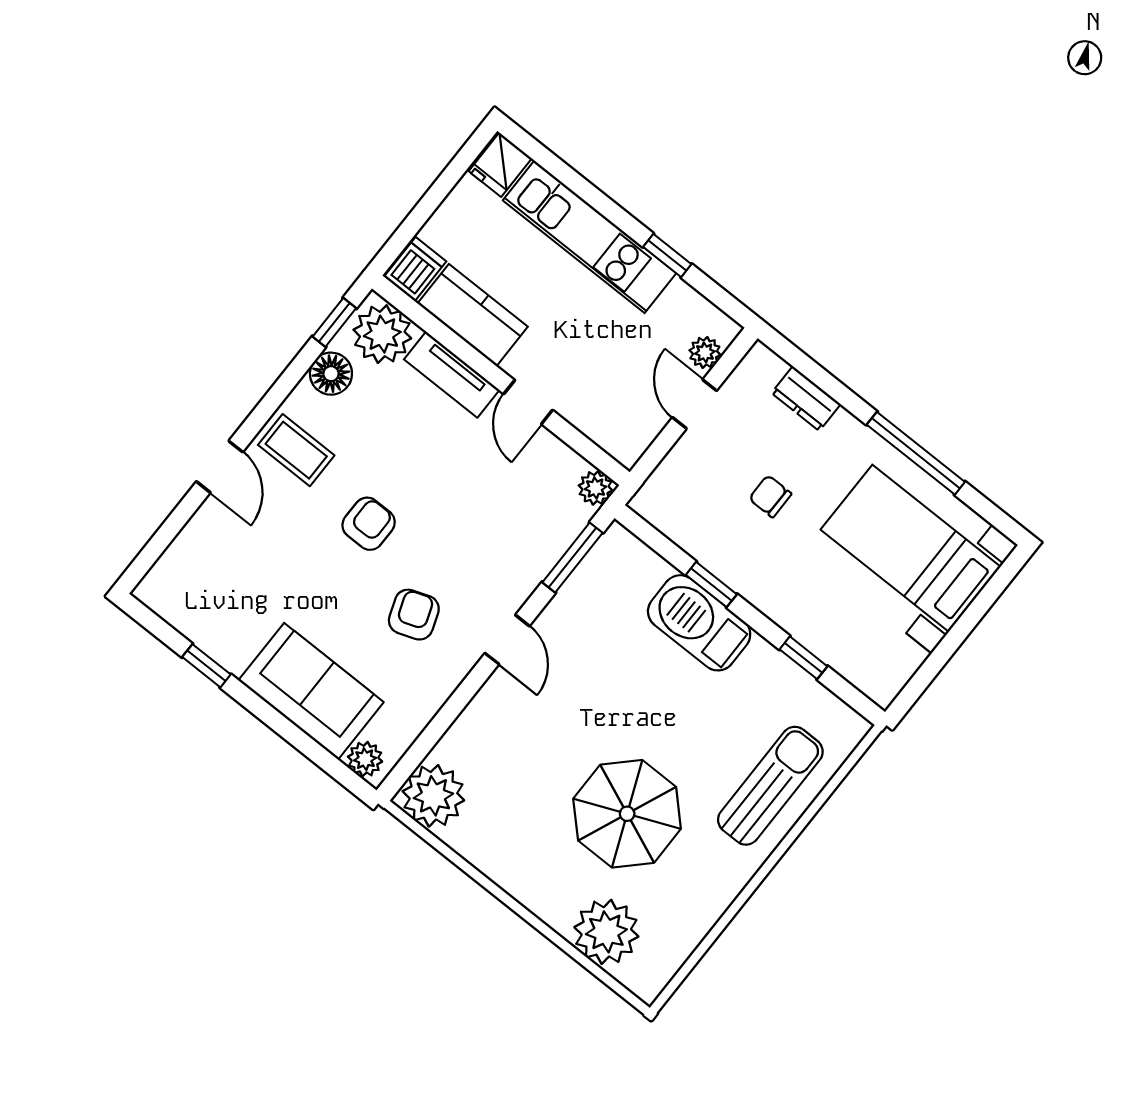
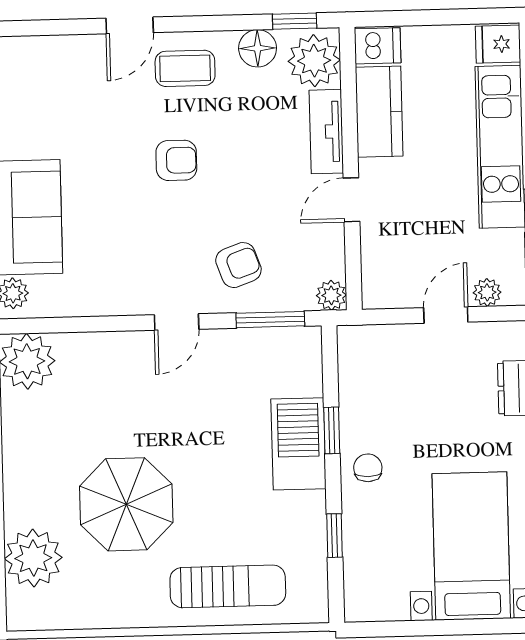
coffee table: (296, 450) -> (185, 68), turned 90
chair: (770, 496) -> (368, 468), moved
armchair: (414, 615) -> (238, 265), moved

